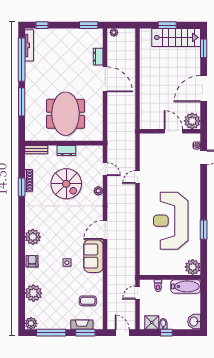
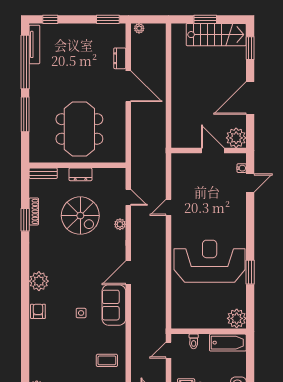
reception desk: (171, 221) -> (210, 261), turned 90
plant: (33, 293) -> (40, 351), removed

